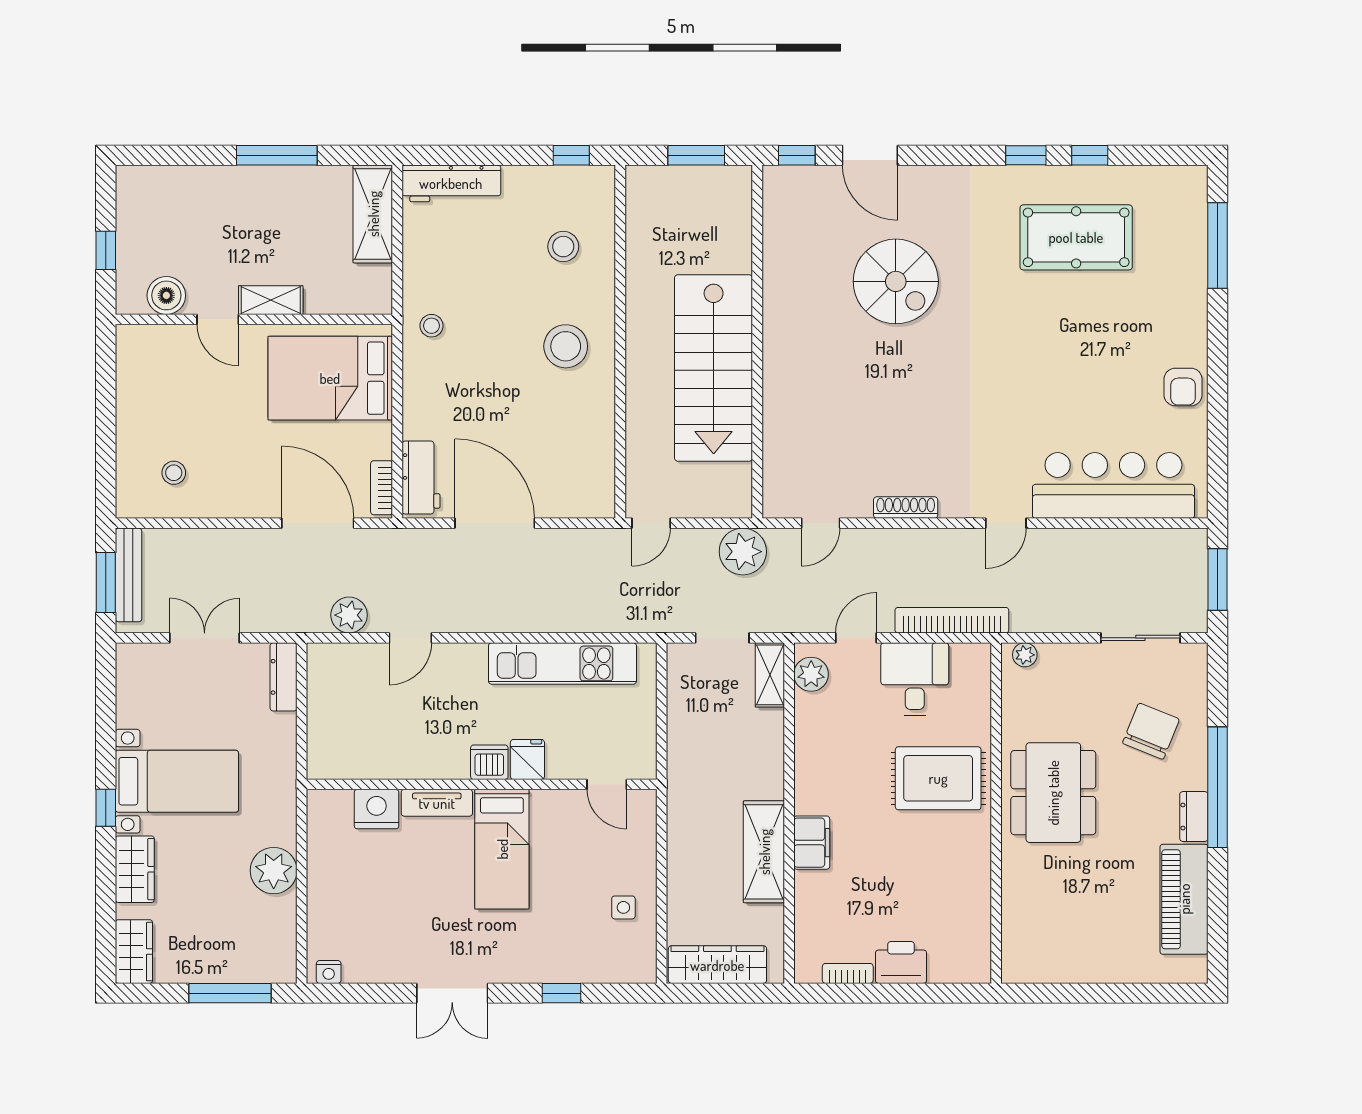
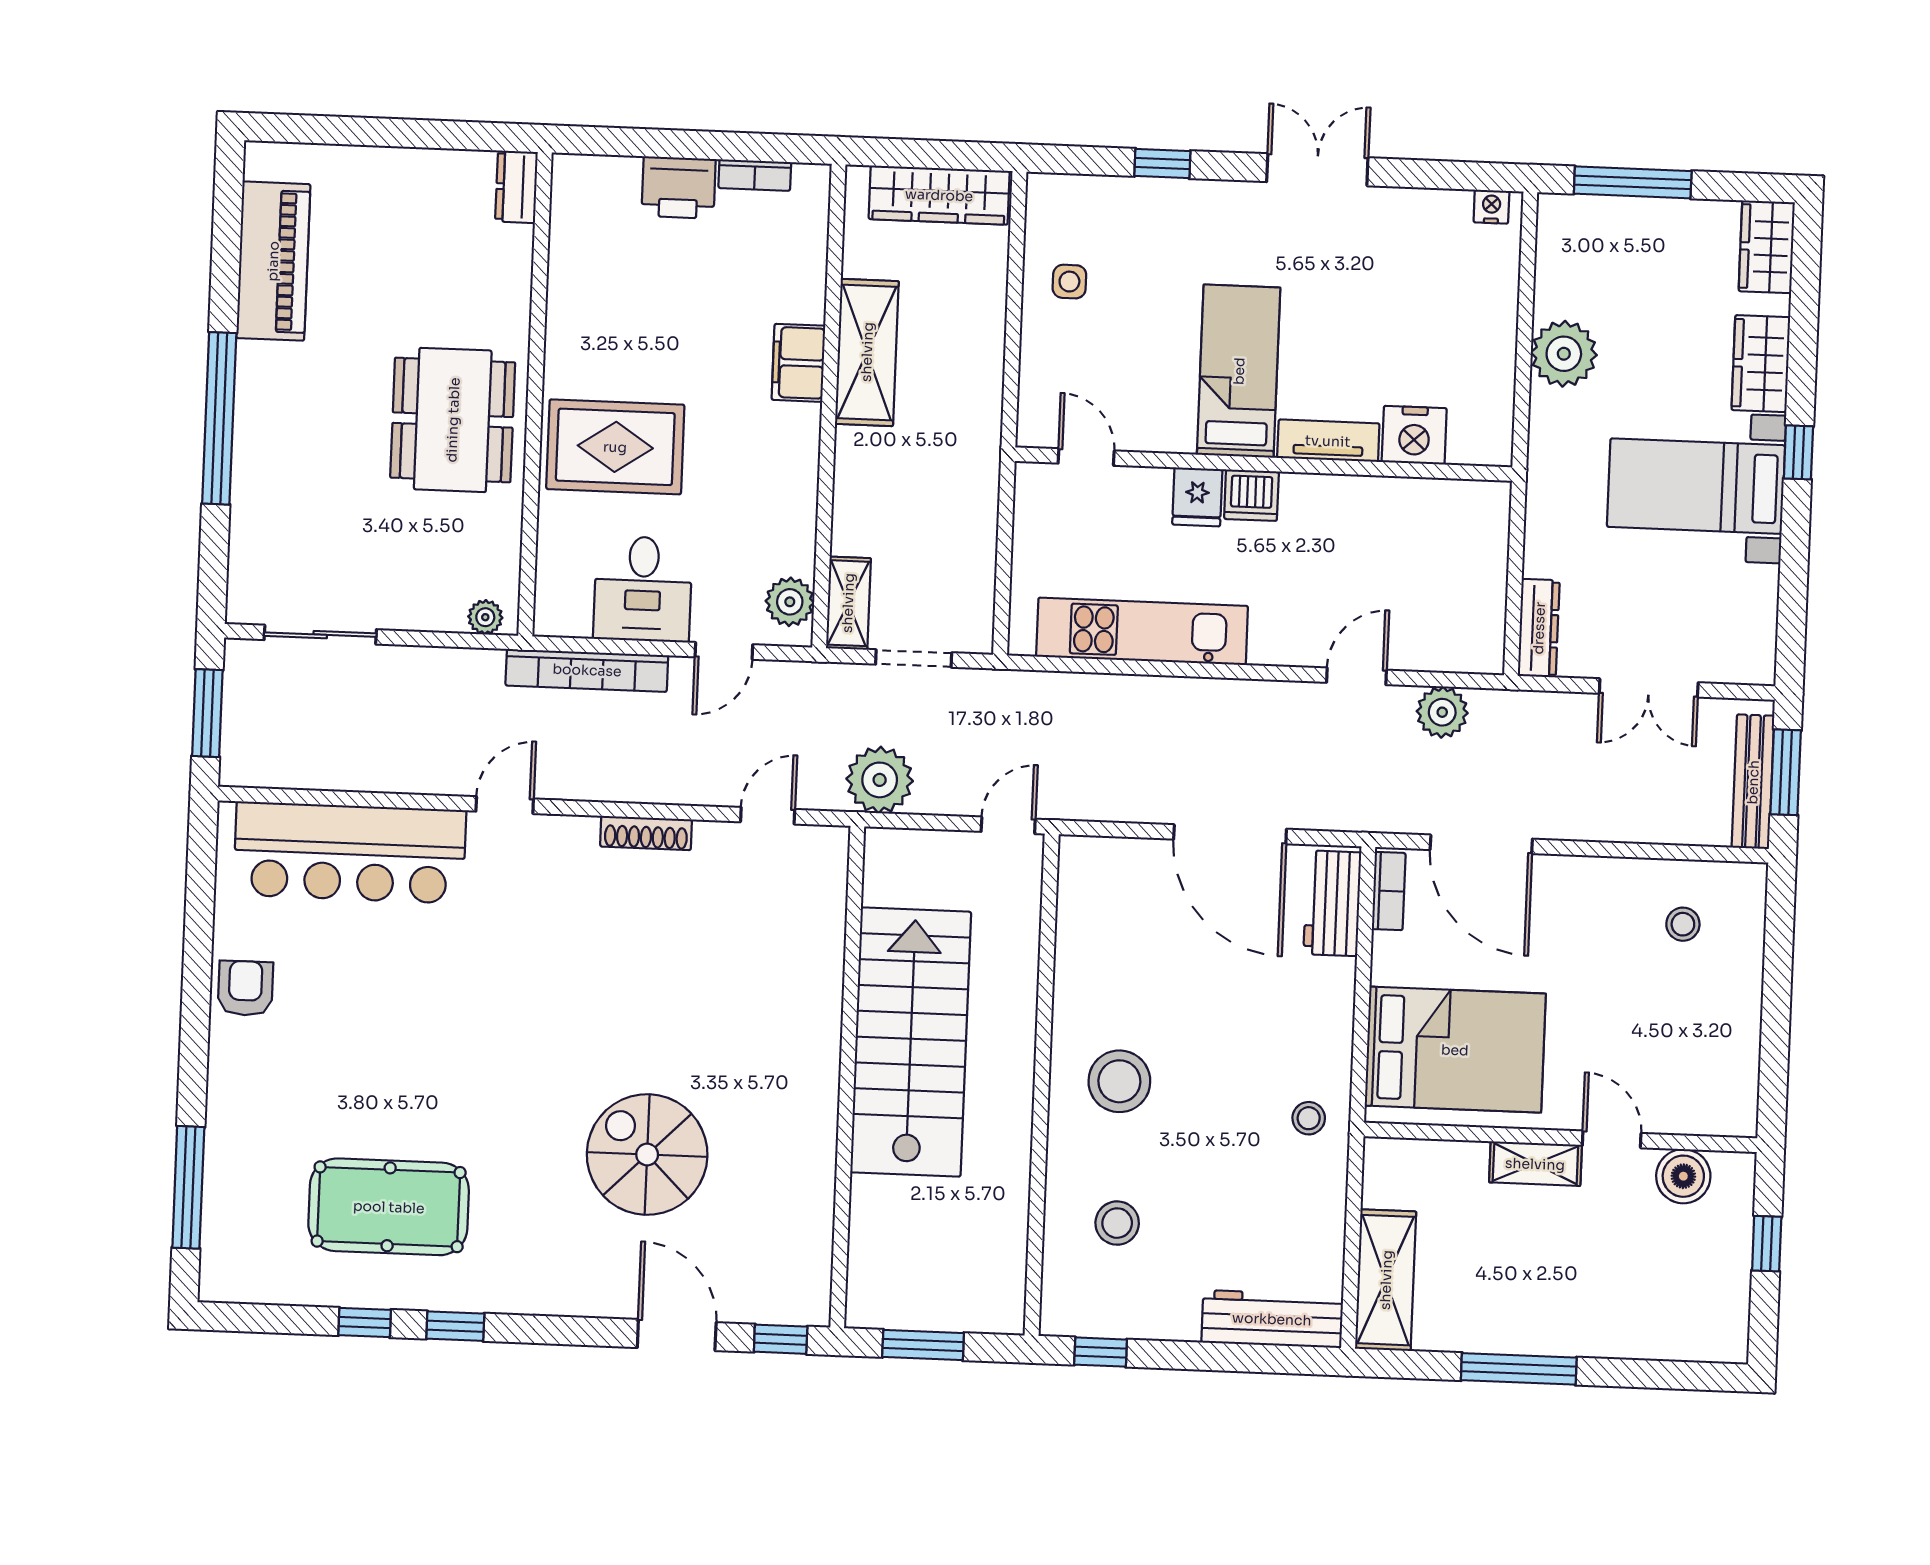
chair: (1151, 731) -> (311, 502), removed
dresser: (1194, 817) -> (516, 187), moved, turned 180

